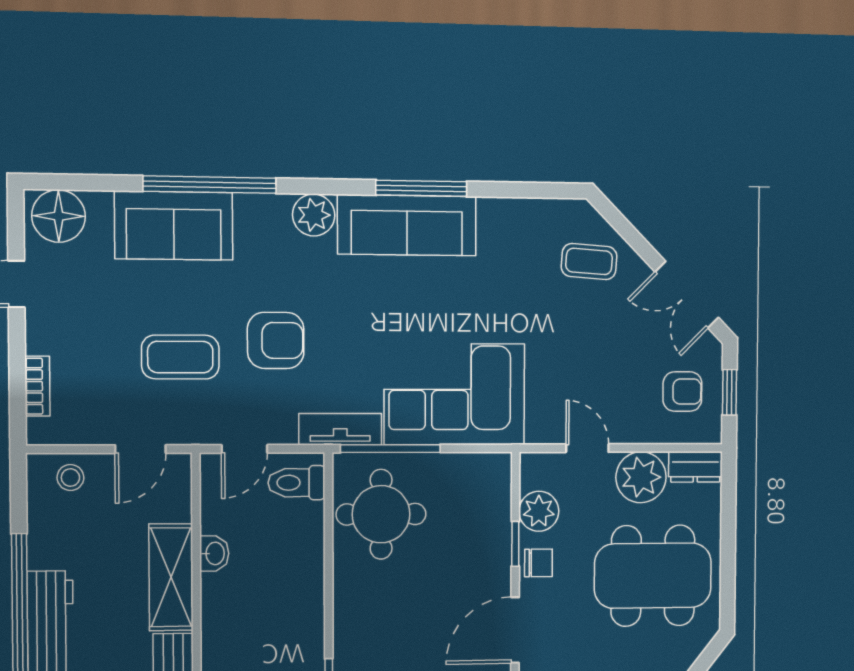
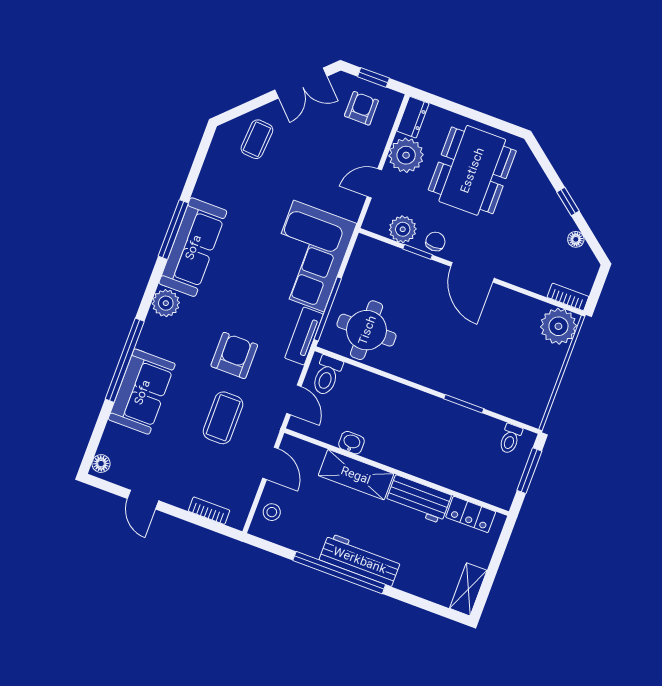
floor lamp: (59, 216) -> (101, 464), width x0.53, depth x0.53

